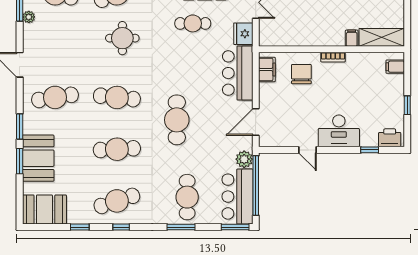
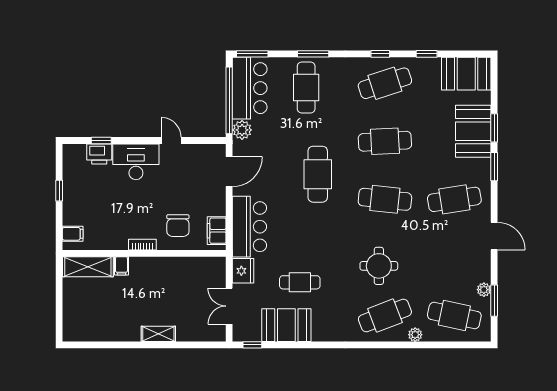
printer: (390, 138) -> (99, 154), moved

